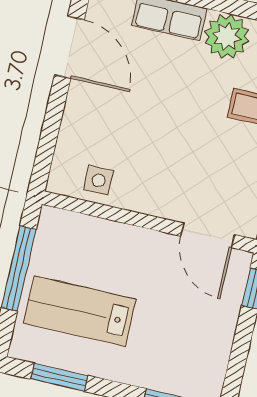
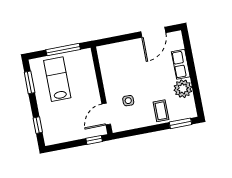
side table: (98, 180) -> (128, 101), moved

